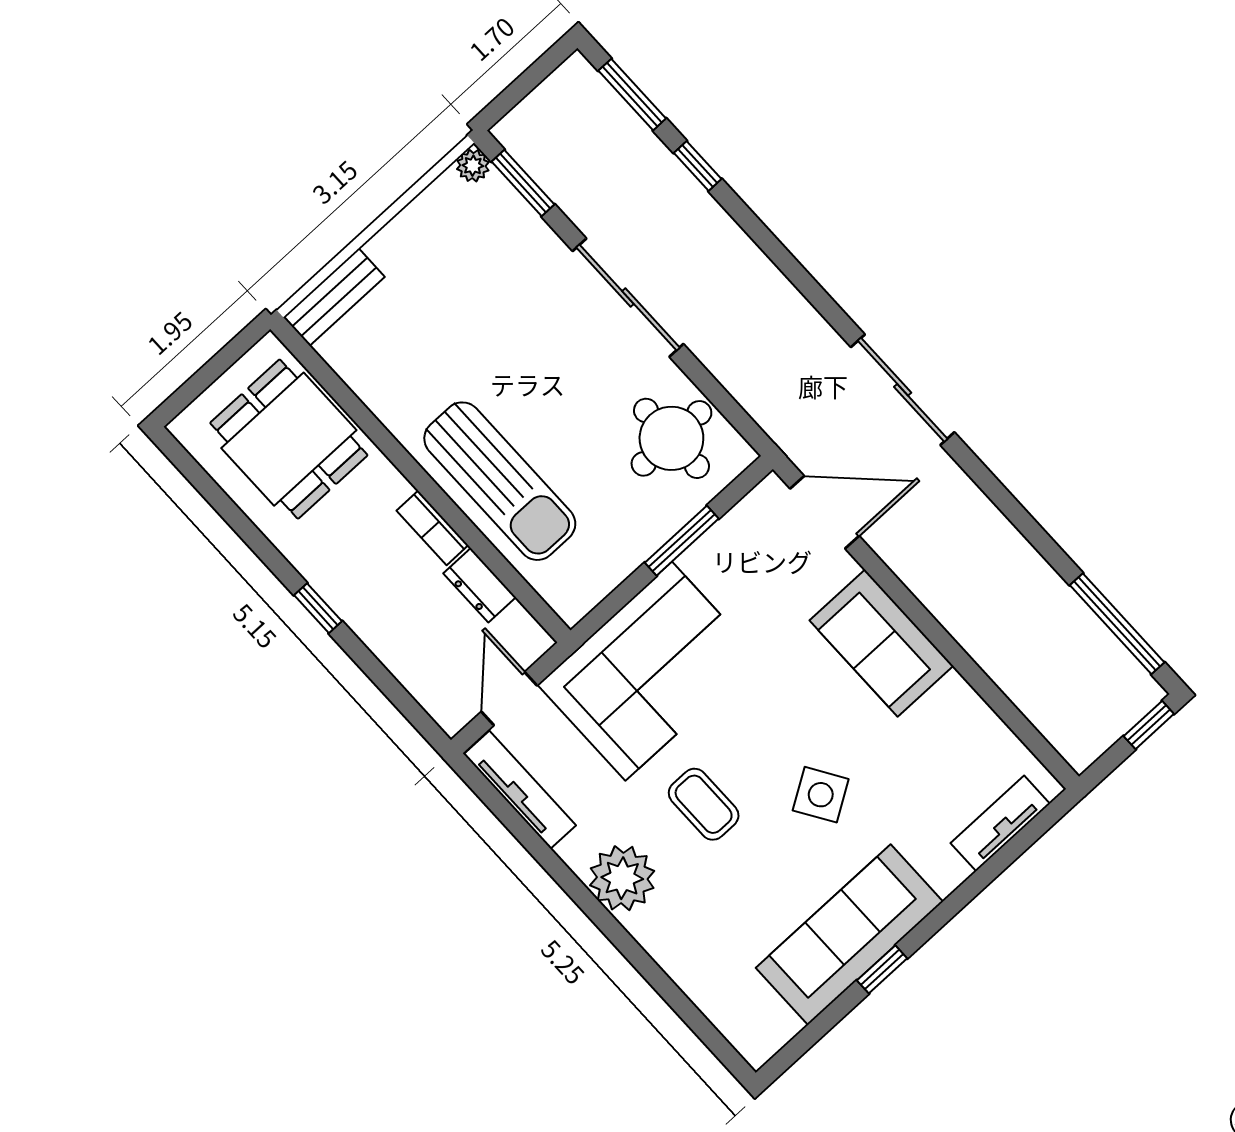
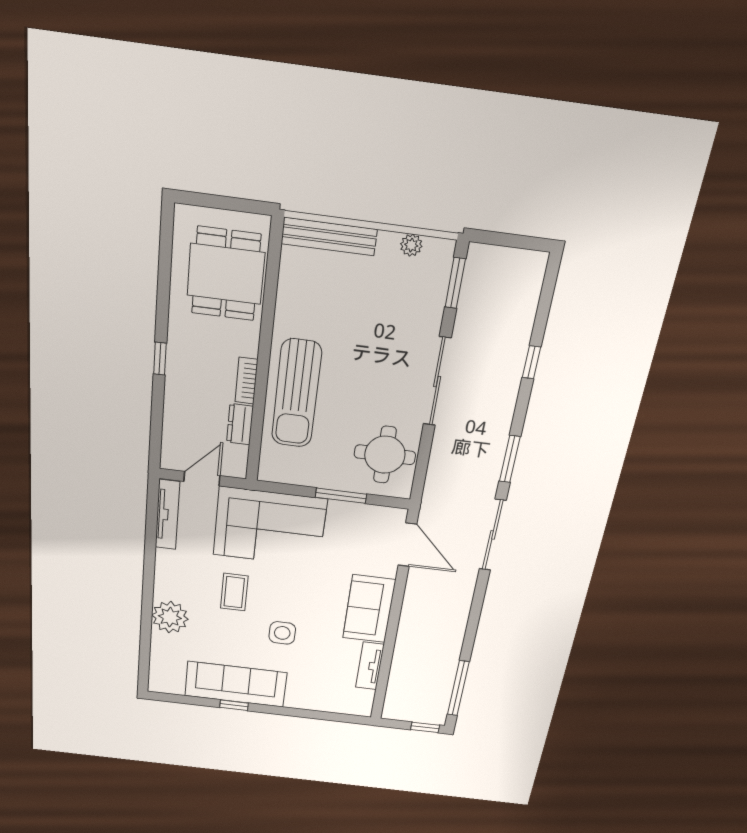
window: (632, 95) -> (510, 459), moved
plant: (473, 166) -> (411, 245), moved
bench: (334, 297) -> (329, 237), width x1.36
side table: (821, 795) -> (282, 633), turned 32
tv unit: (1000, 823) -> (370, 666), moved, turned -90
plant: (622, 878) -> (170, 617), moved

